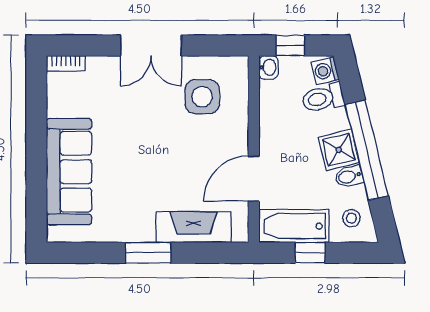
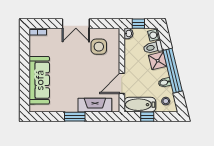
shower: (339, 150) -> (158, 61), moved

